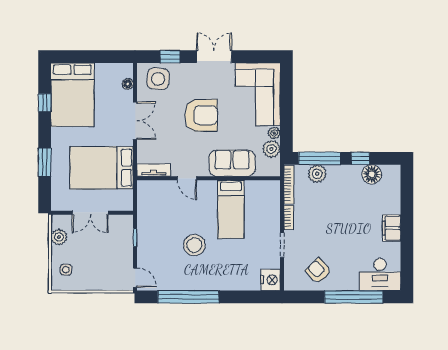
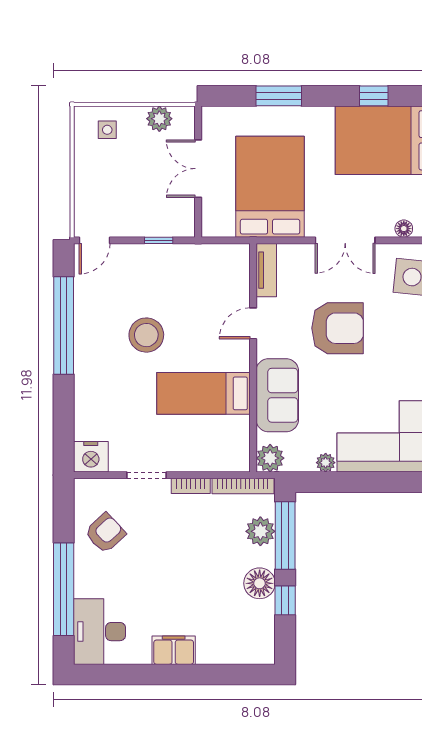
armchair: (201, 115) -> (338, 328), moved, turned -90
plant: (271, 149) -> (270, 458), moved
floor lamp: (372, 174) -> (260, 583), moved

